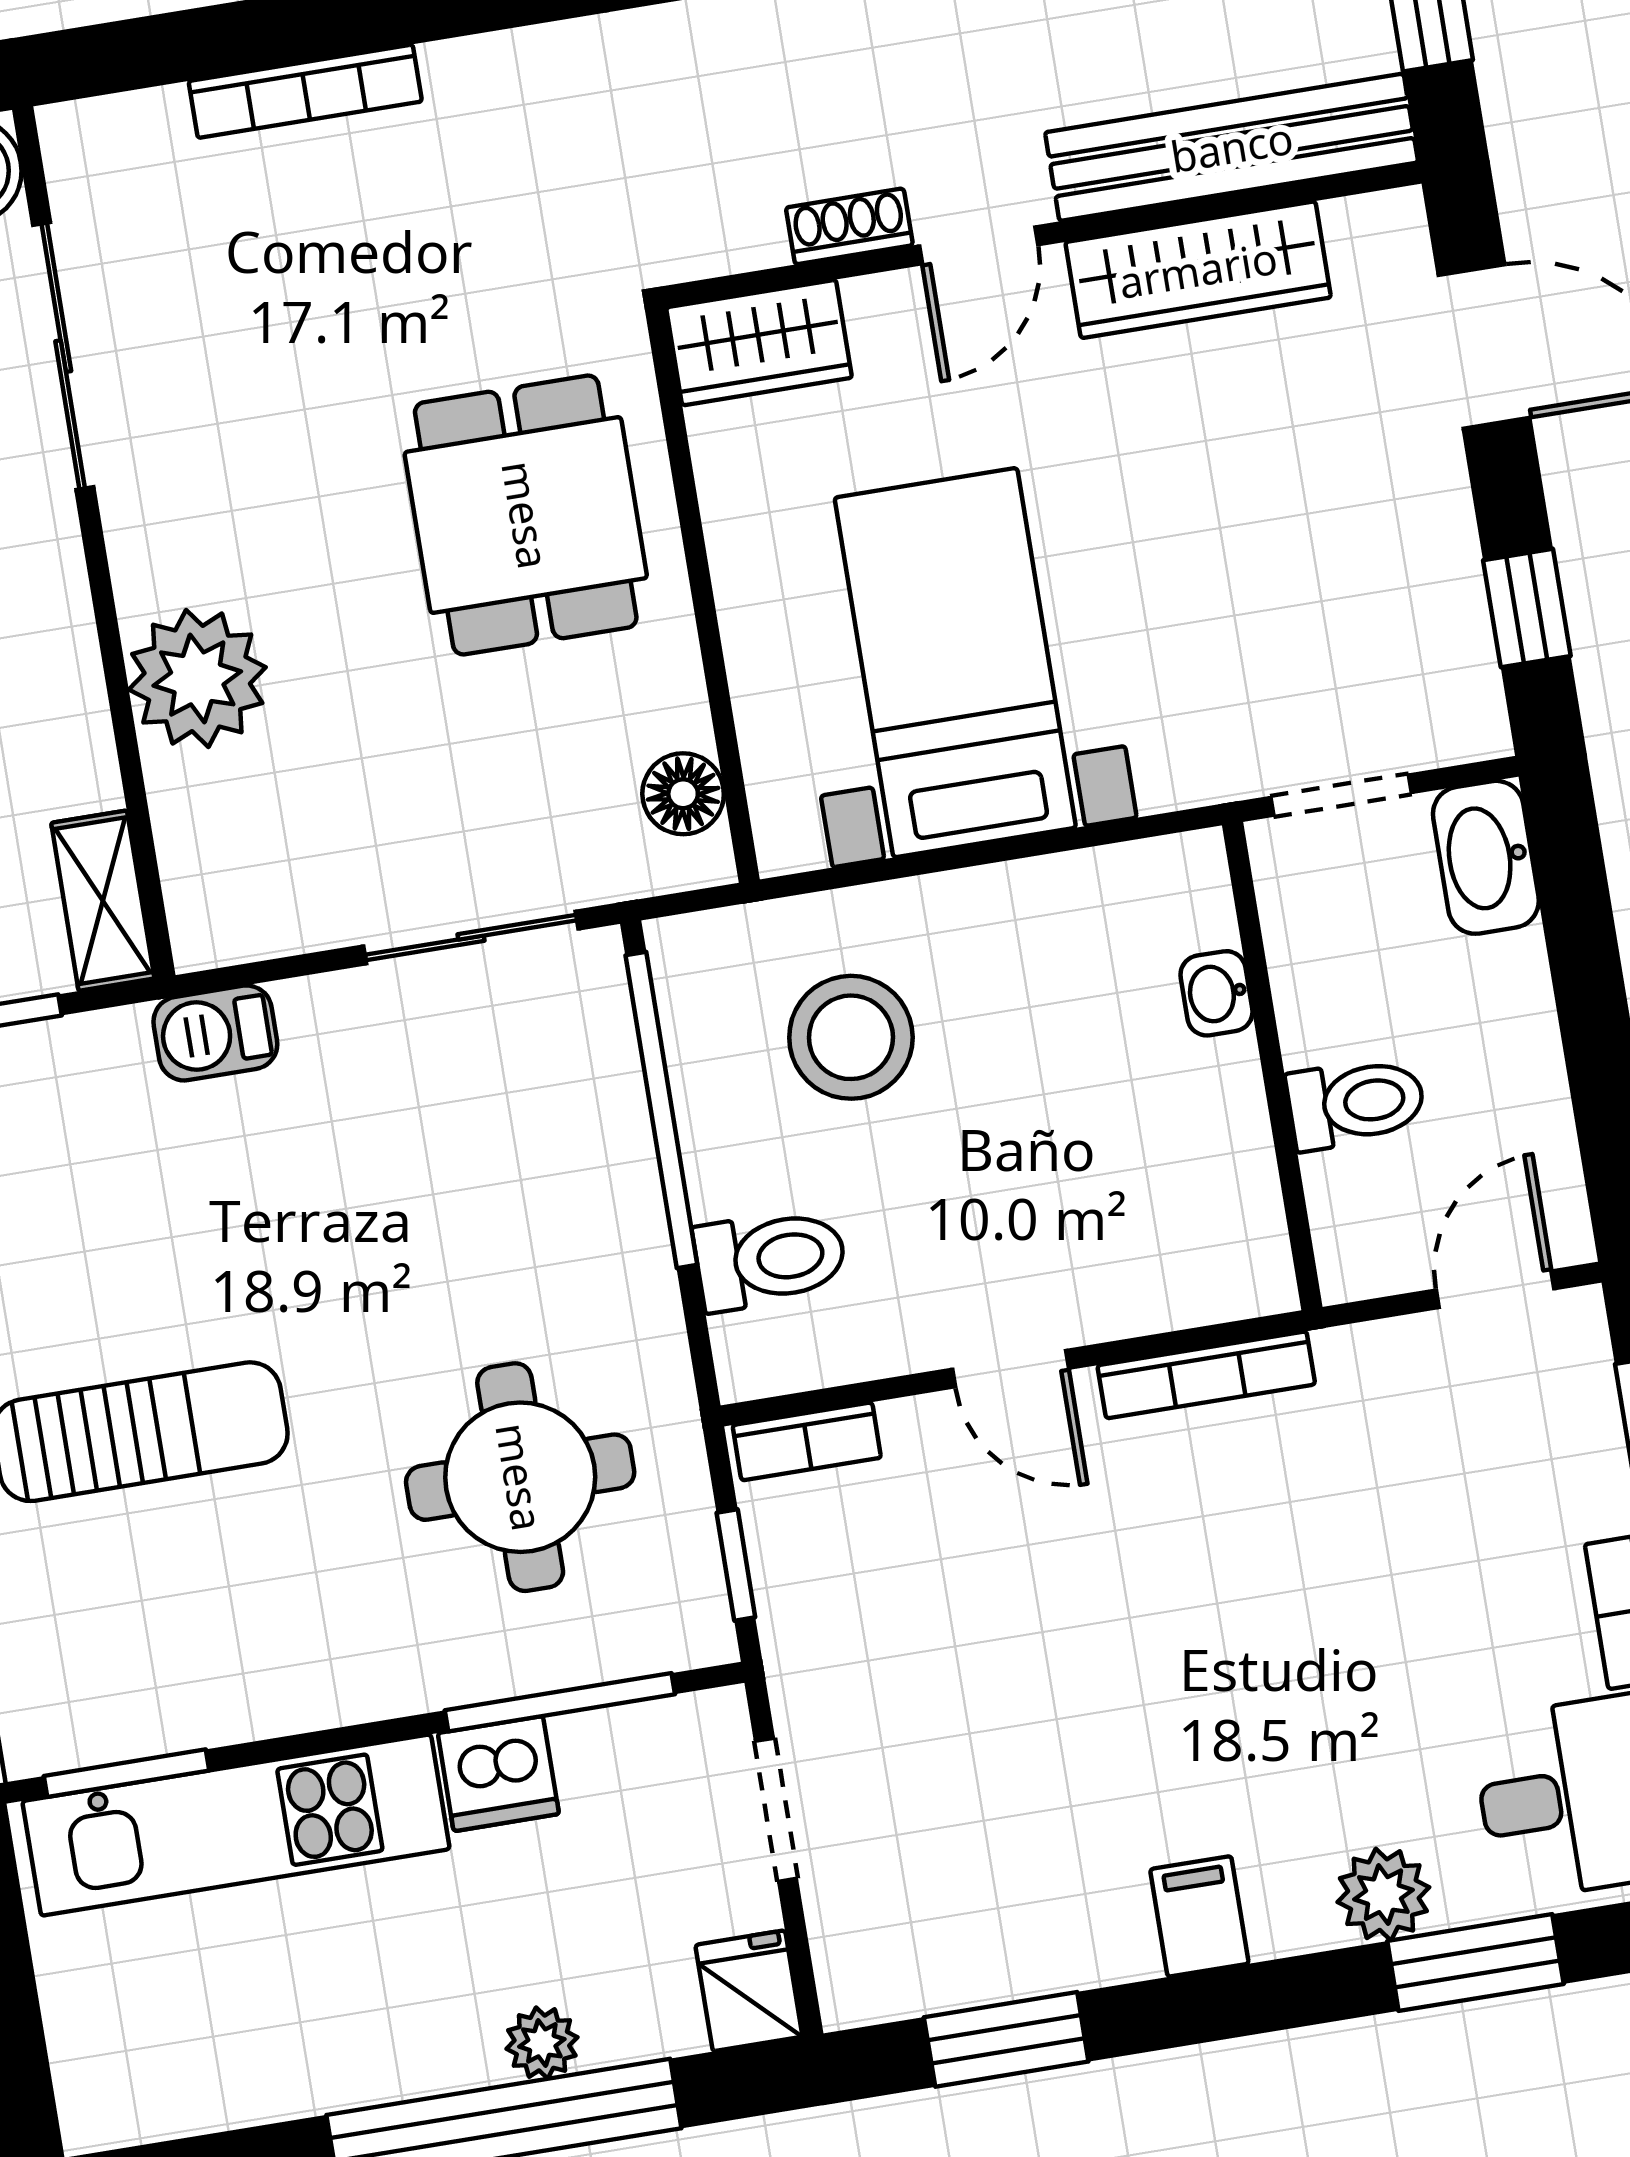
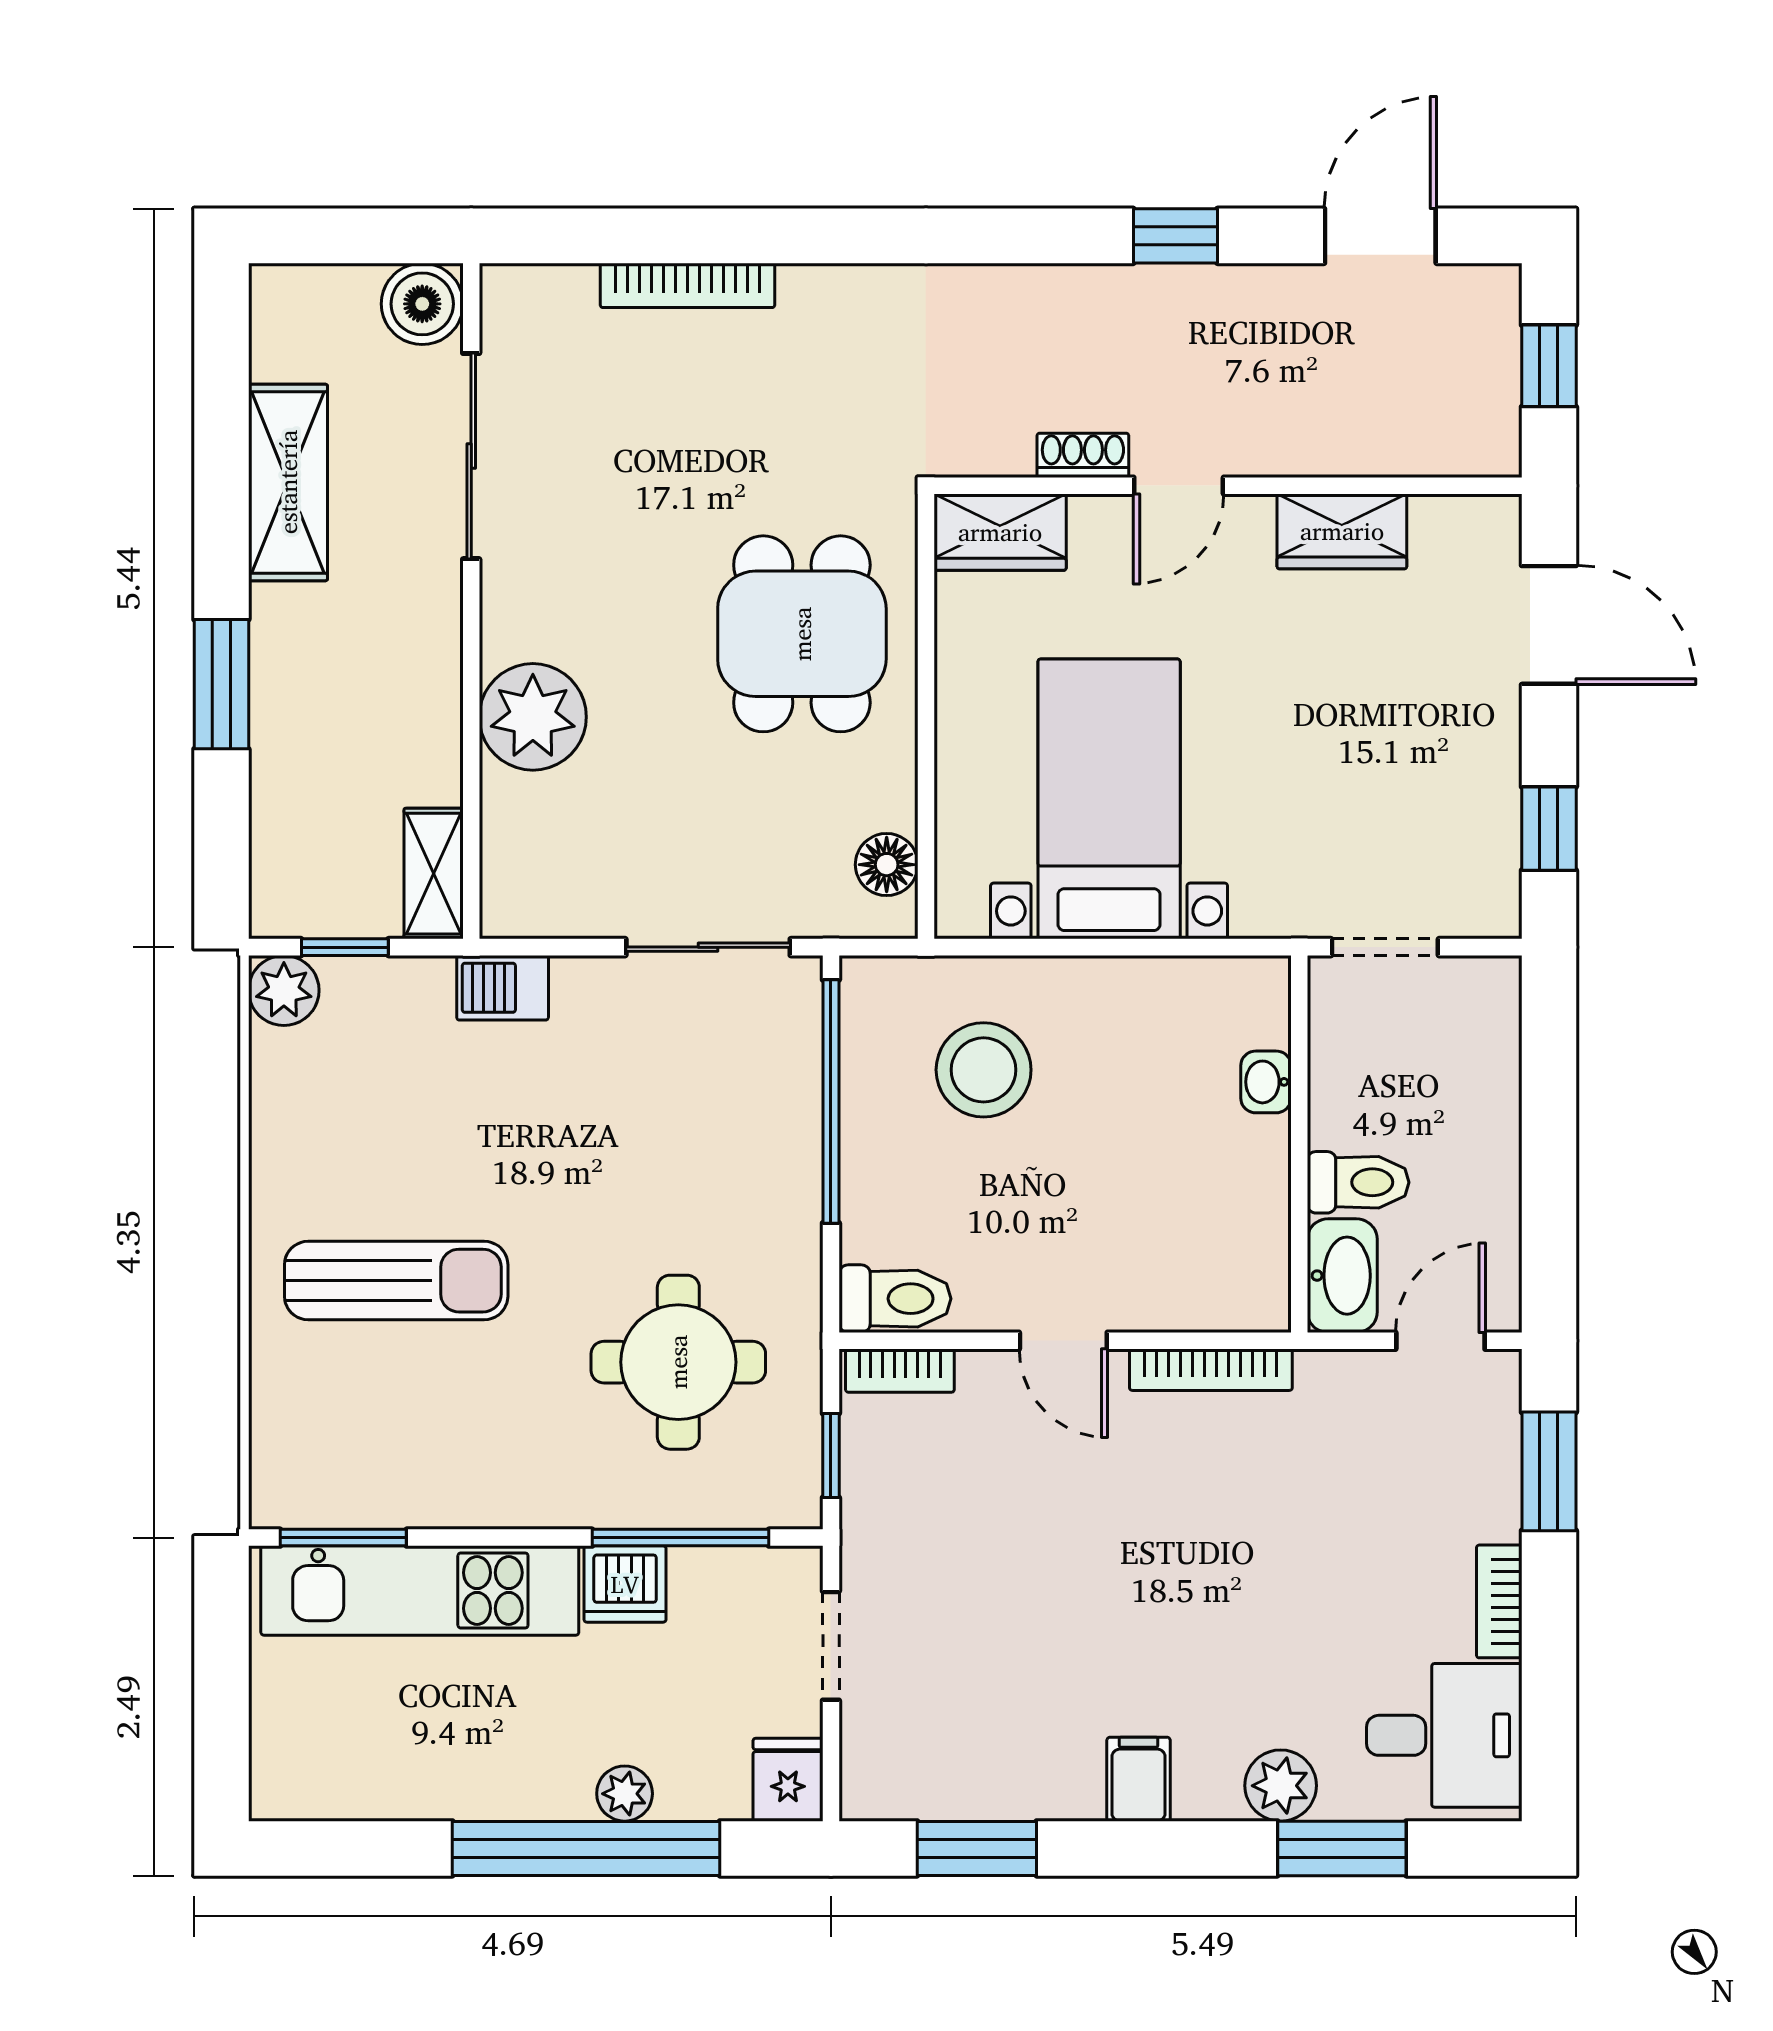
bench: (1232, 147) -> (1382, 443), removed
wardrobe: (1198, 270) -> (1342, 531), width x0.67
washbasin: (1486, 857) -> (1342, 1276), moved, turned 180
toilet: (770, 1259) -> (895, 1299), moved

